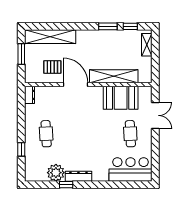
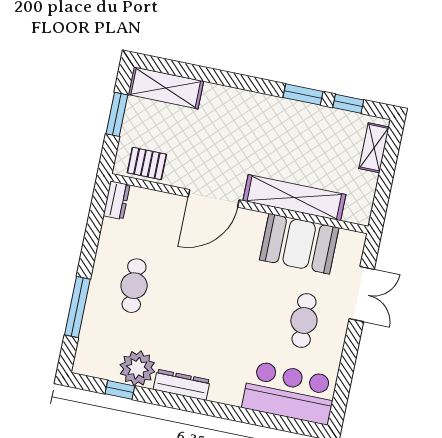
shelving: (50, 37) -> (166, 88), width x0.68
pallet: (52, 67) -> (147, 163), moved
door: (75, 84) -> (214, 198), swing flipped
window: (21, 149) -> (77, 307), width x2.17
window: (66, 185) -> (120, 390), moved

